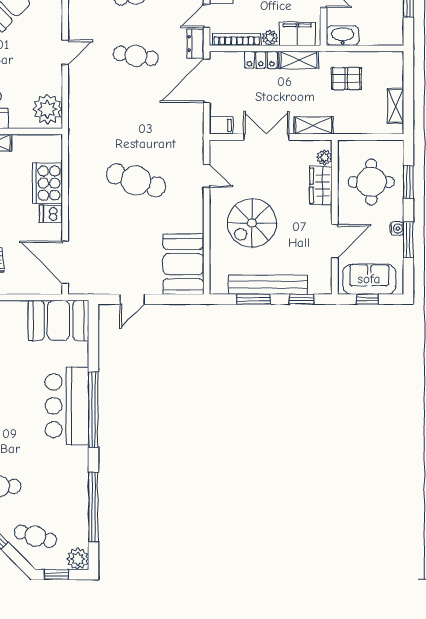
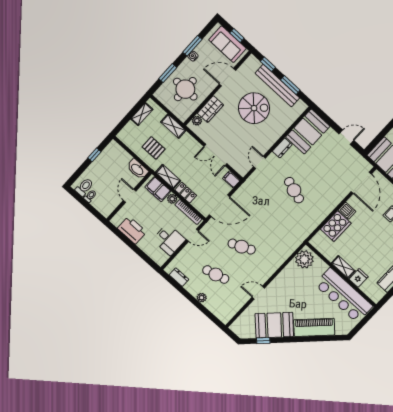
dresser: (196, 43) -> (282, 148), moved
door: (65, 52) -> (258, 293), moved
cafe table: (136, 56) -> (242, 247), turned -33
shelving: (313, 125) -> (173, 126), moved
cafe table: (136, 180) -> (294, 190), width x0.73, depth x0.74
spiral stairs: (252, 223) -> (254, 108), moved

